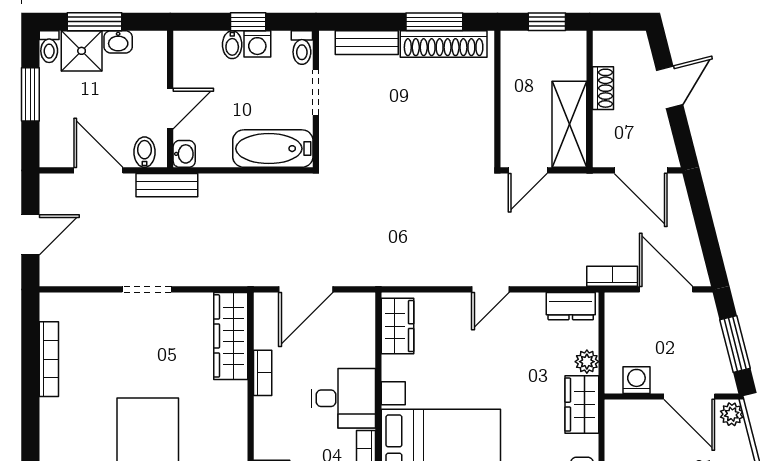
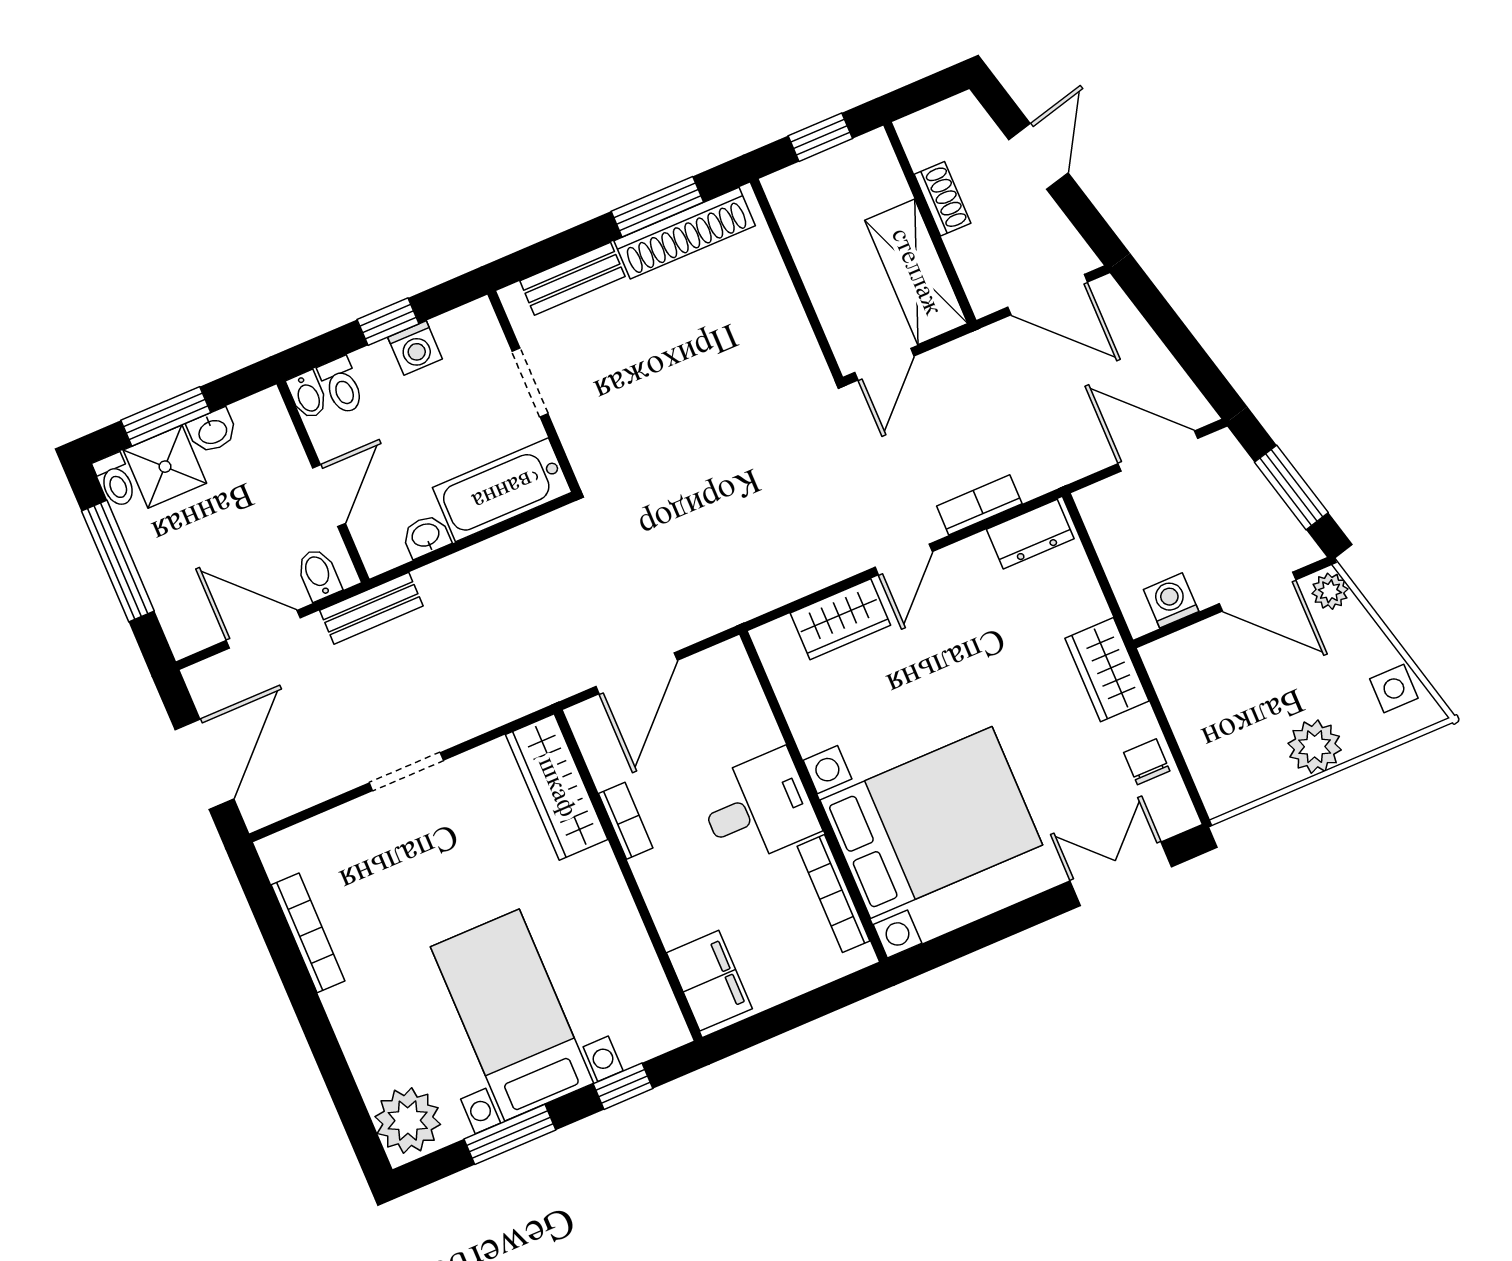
bidet: (232, 45) -> (308, 395), moved
toilet: (302, 48) -> (342, 386), moved
window: (30, 94) -> (118, 561), width x1.44
washbasin: (184, 154) -> (426, 536), moved, turned -90
door: (30, 235) -> (204, 764), width x1.38
bookcase: (612, 276) -> (979, 505), moved
wardrobe: (398, 326) -> (840, 619), moved, turned 90
plant: (587, 362) -> (1088, 604), removed

